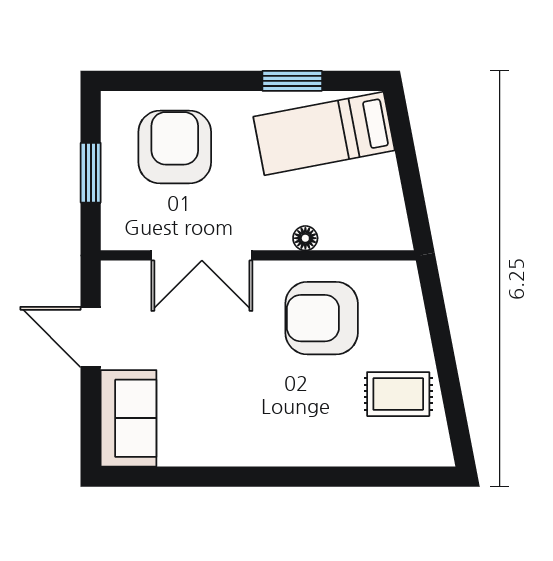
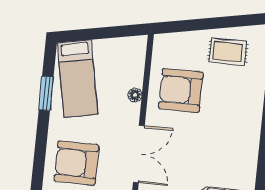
armchair: (322, 318) -> (181, 90), turned 90
rug: (398, 394) -> (228, 52), turned 90

